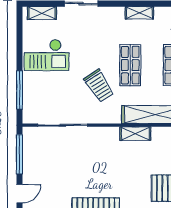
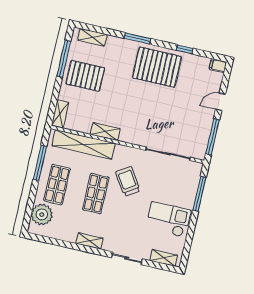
shelving: (139, 13) -> (90, 241), moved

